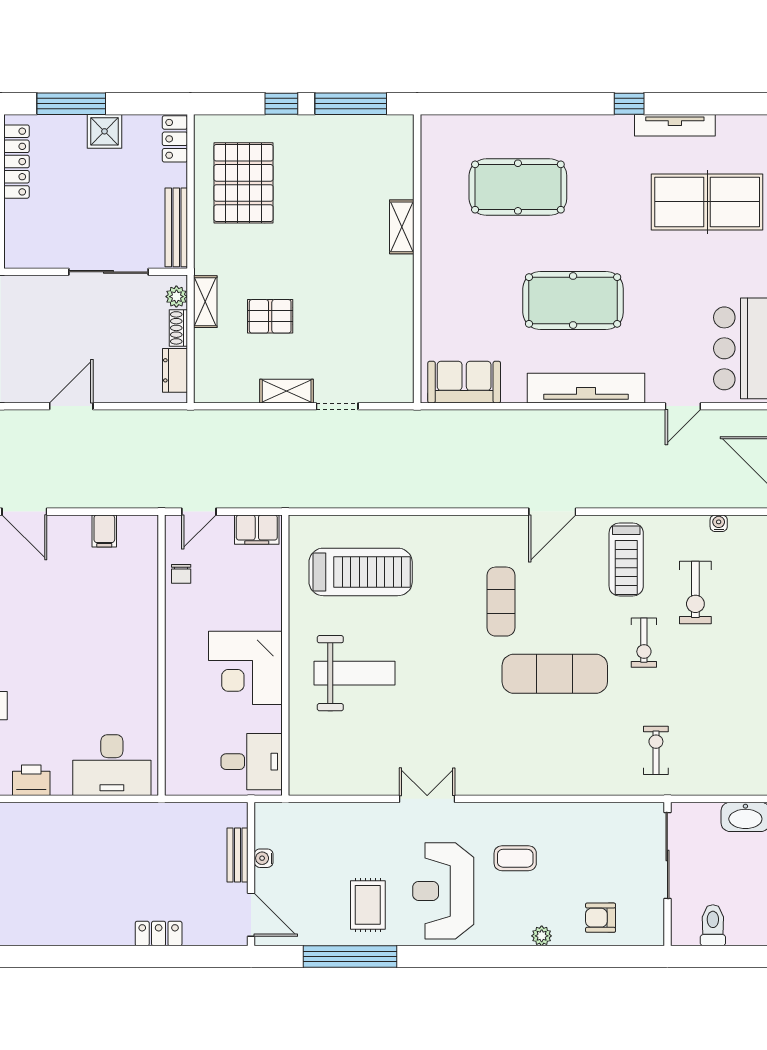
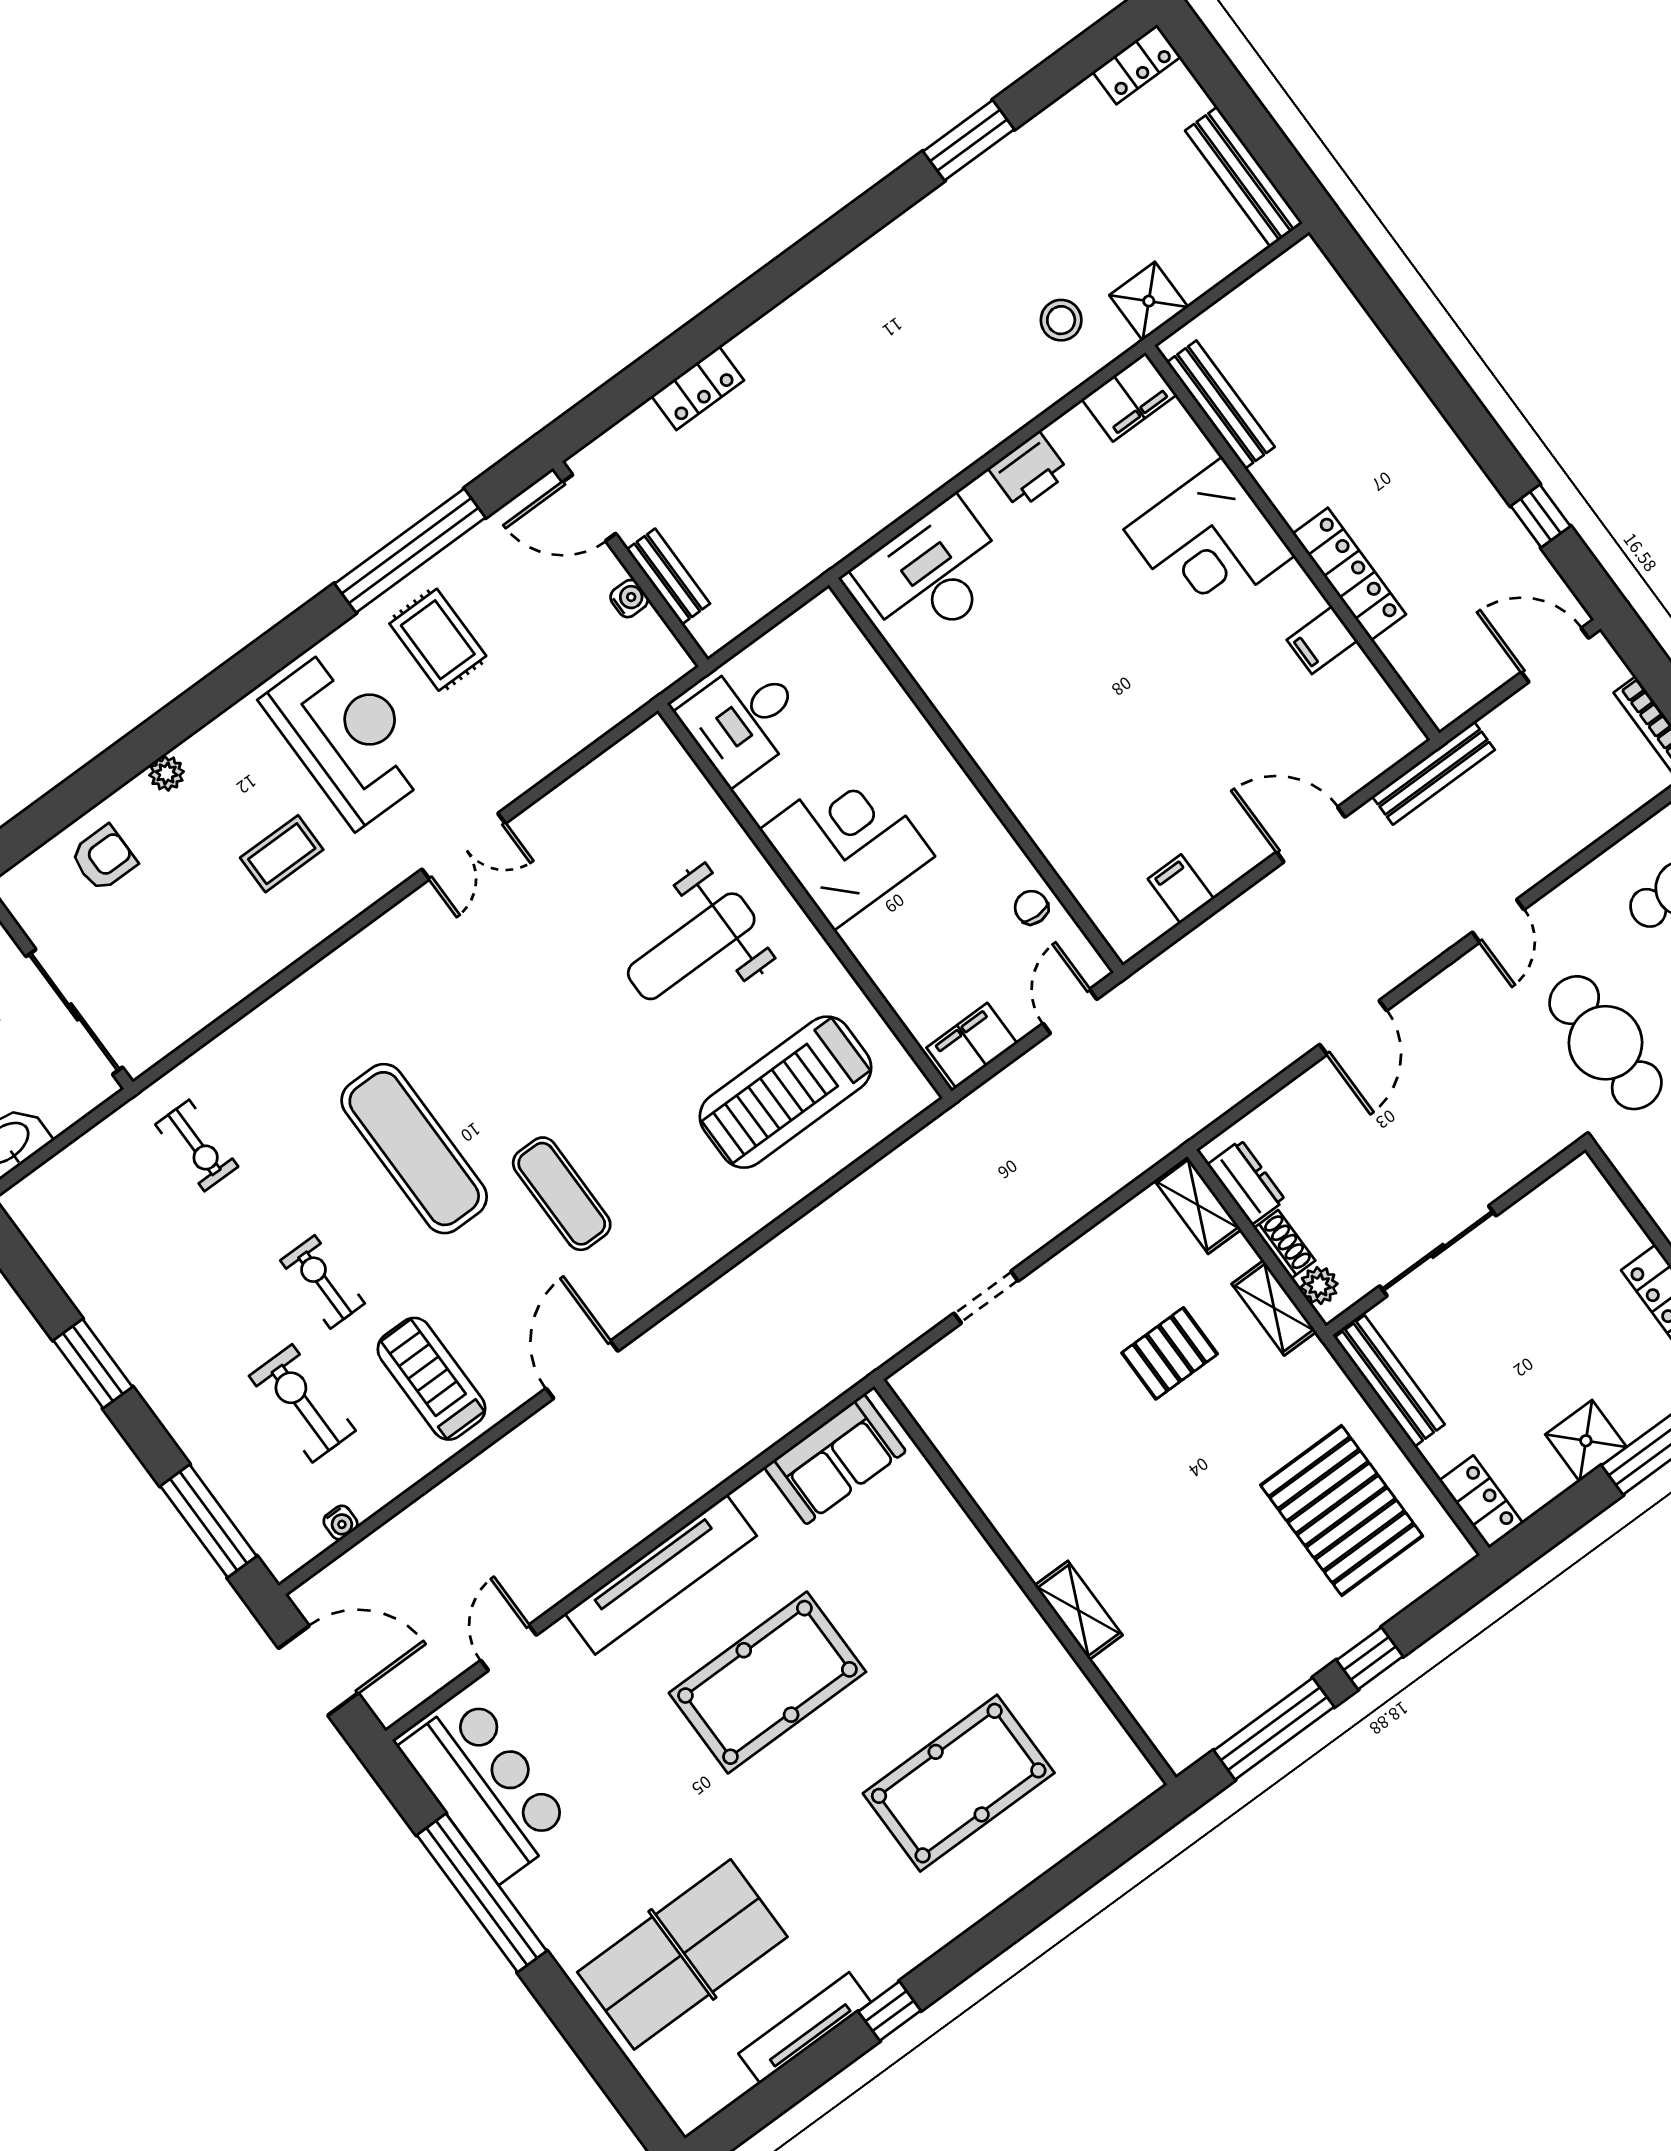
shelving: (287, 391) -> (1198, 1205), moved, turned 90
exercise mat: (555, 674) -> (414, 1149), turned 90

